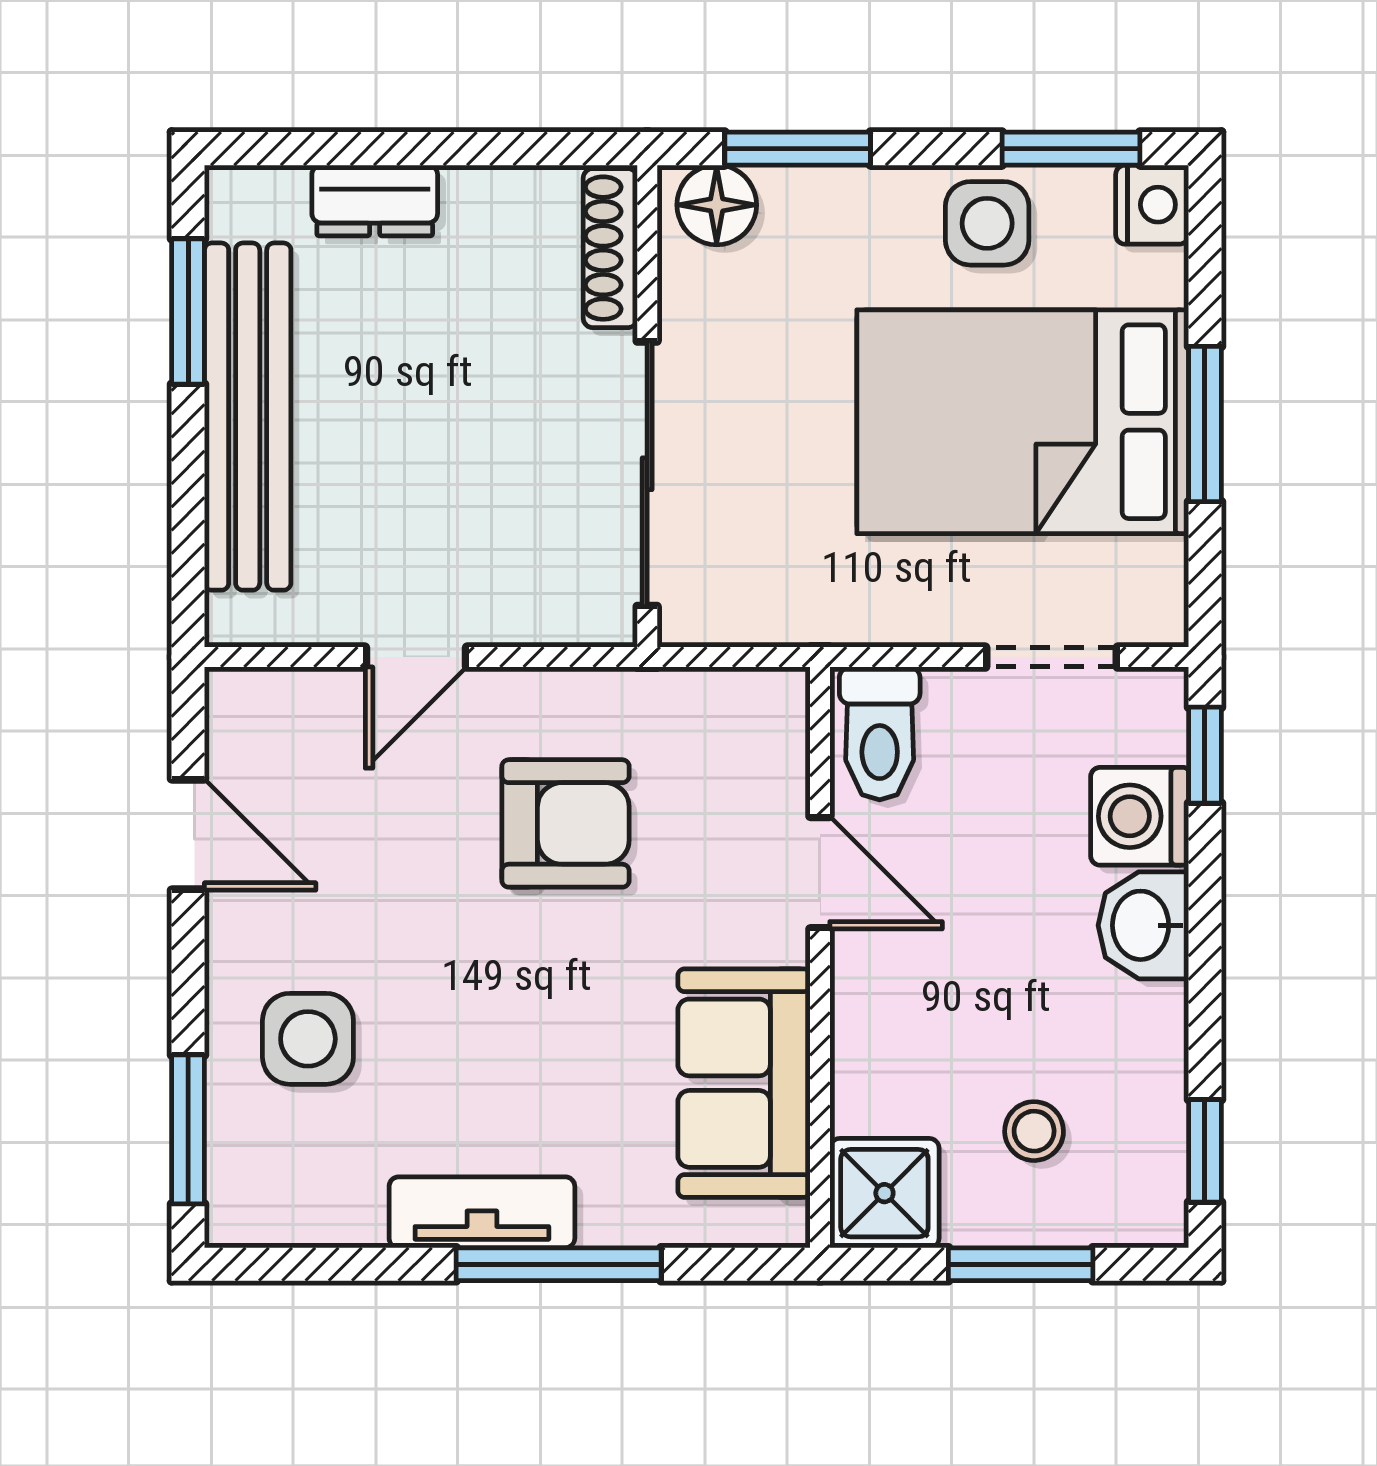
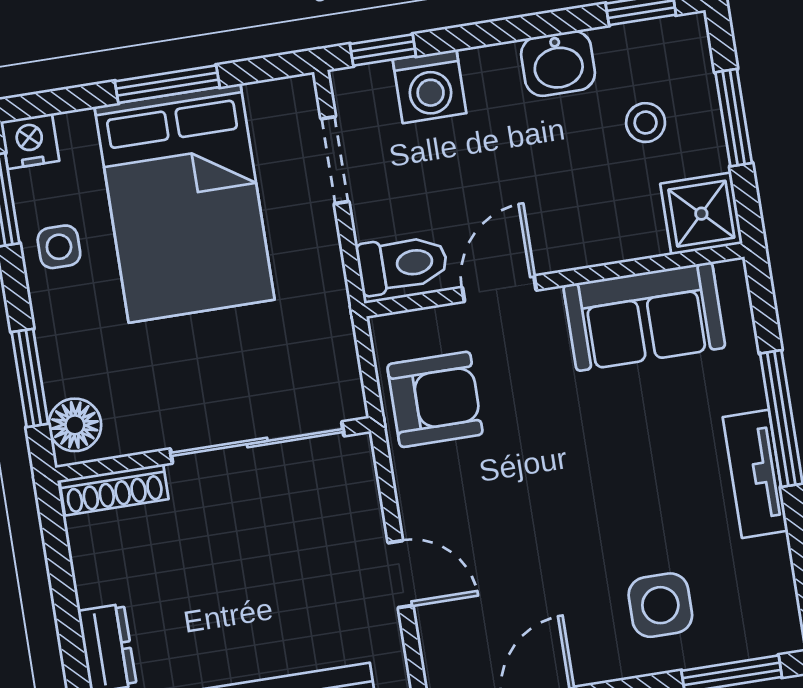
side table: (987, 223) -> (59, 247), width x0.73, depth x0.73
armchair: (565, 823) -> (435, 399), moved, turned 90
washbasin: (1143, 925) -> (558, 63), moved

